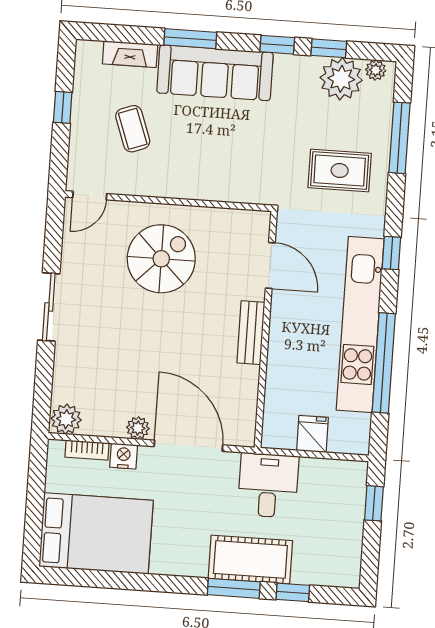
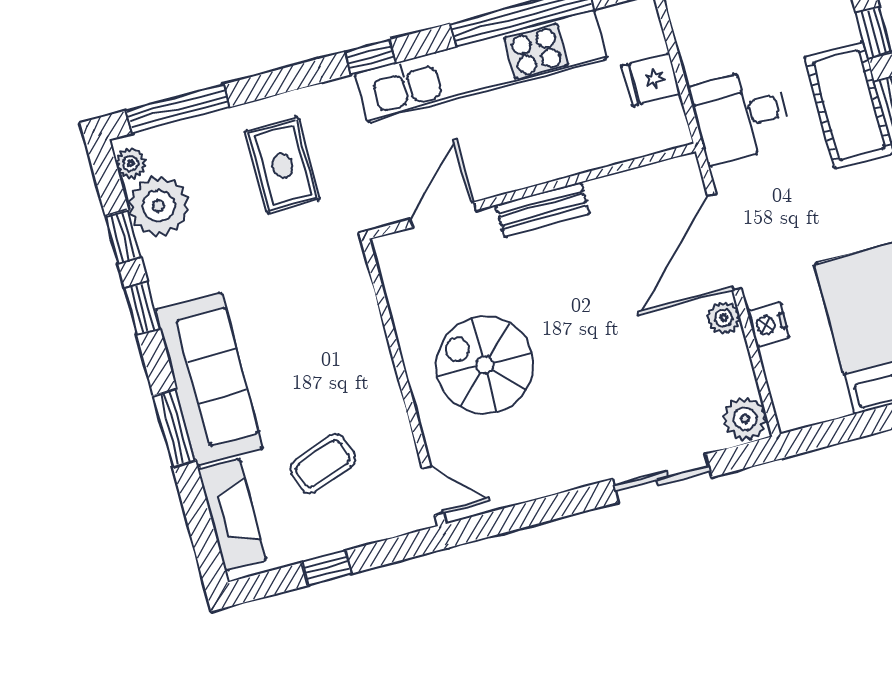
fireplace: (130, 54) -> (232, 514), width x1.37, depth x1.32
window: (399, 138) -> (178, 109), moved
sliding door: (49, 307) -> (662, 478), moved
bookcase: (87, 450) -> (777, 376), removed

